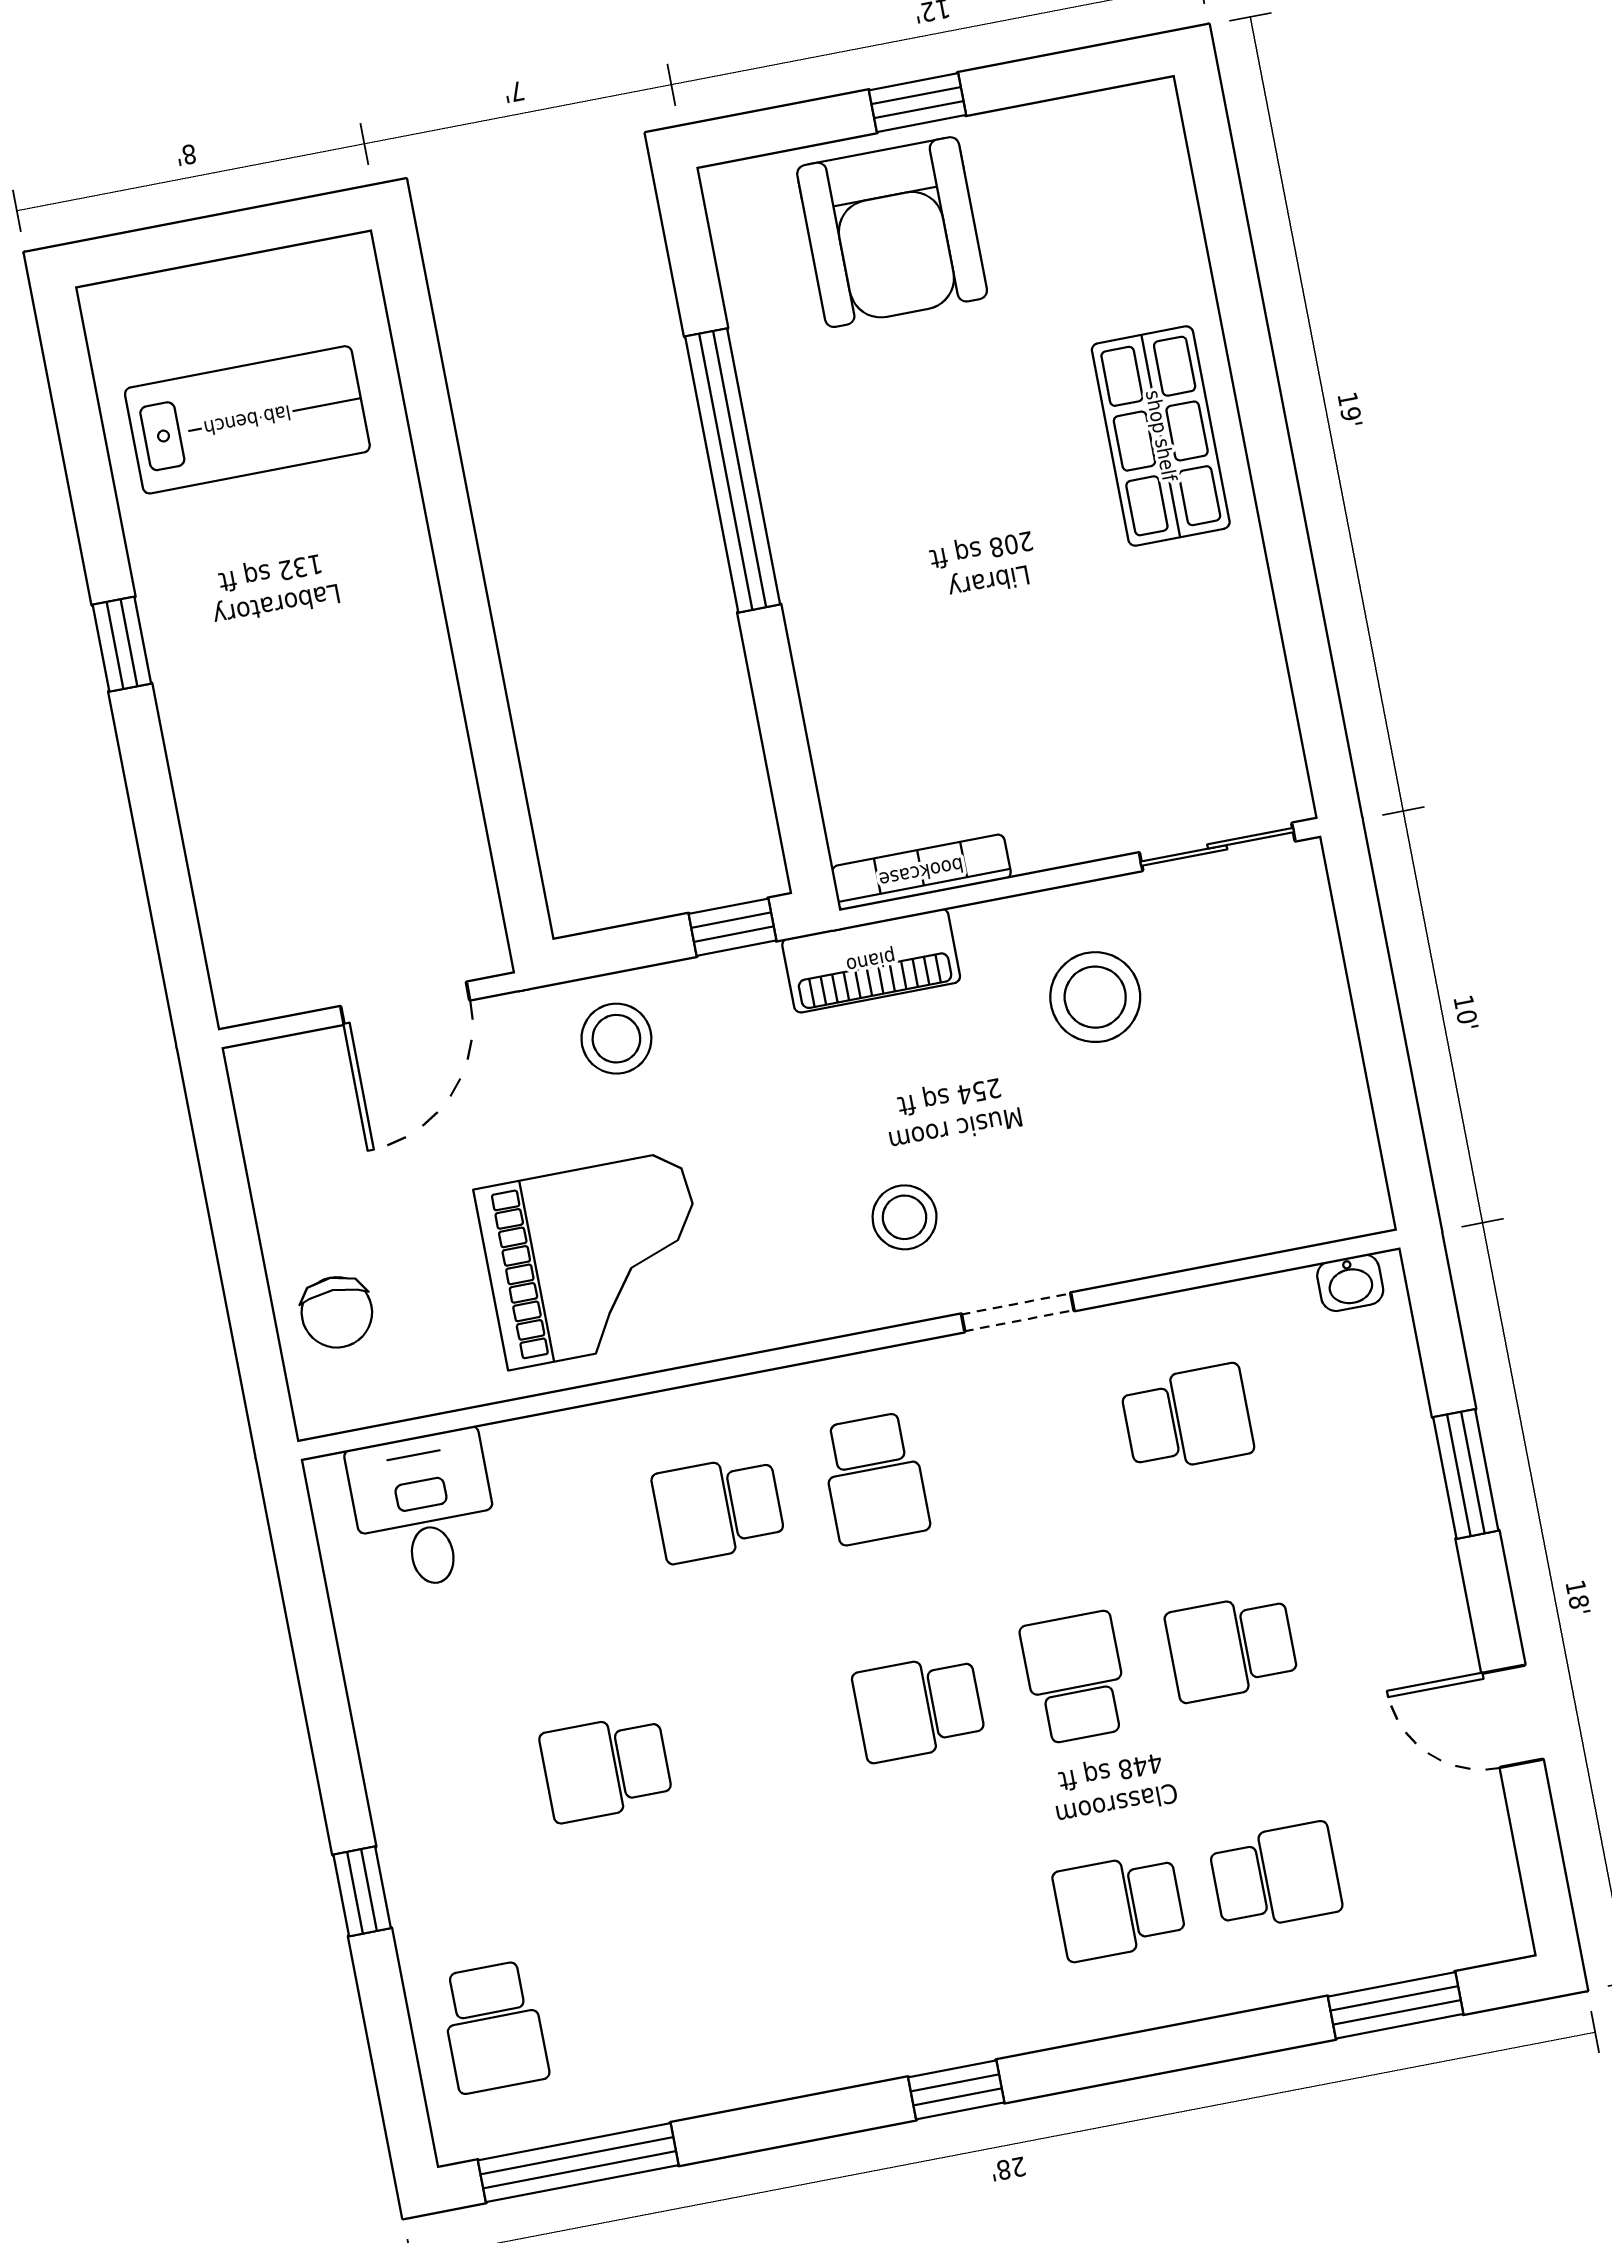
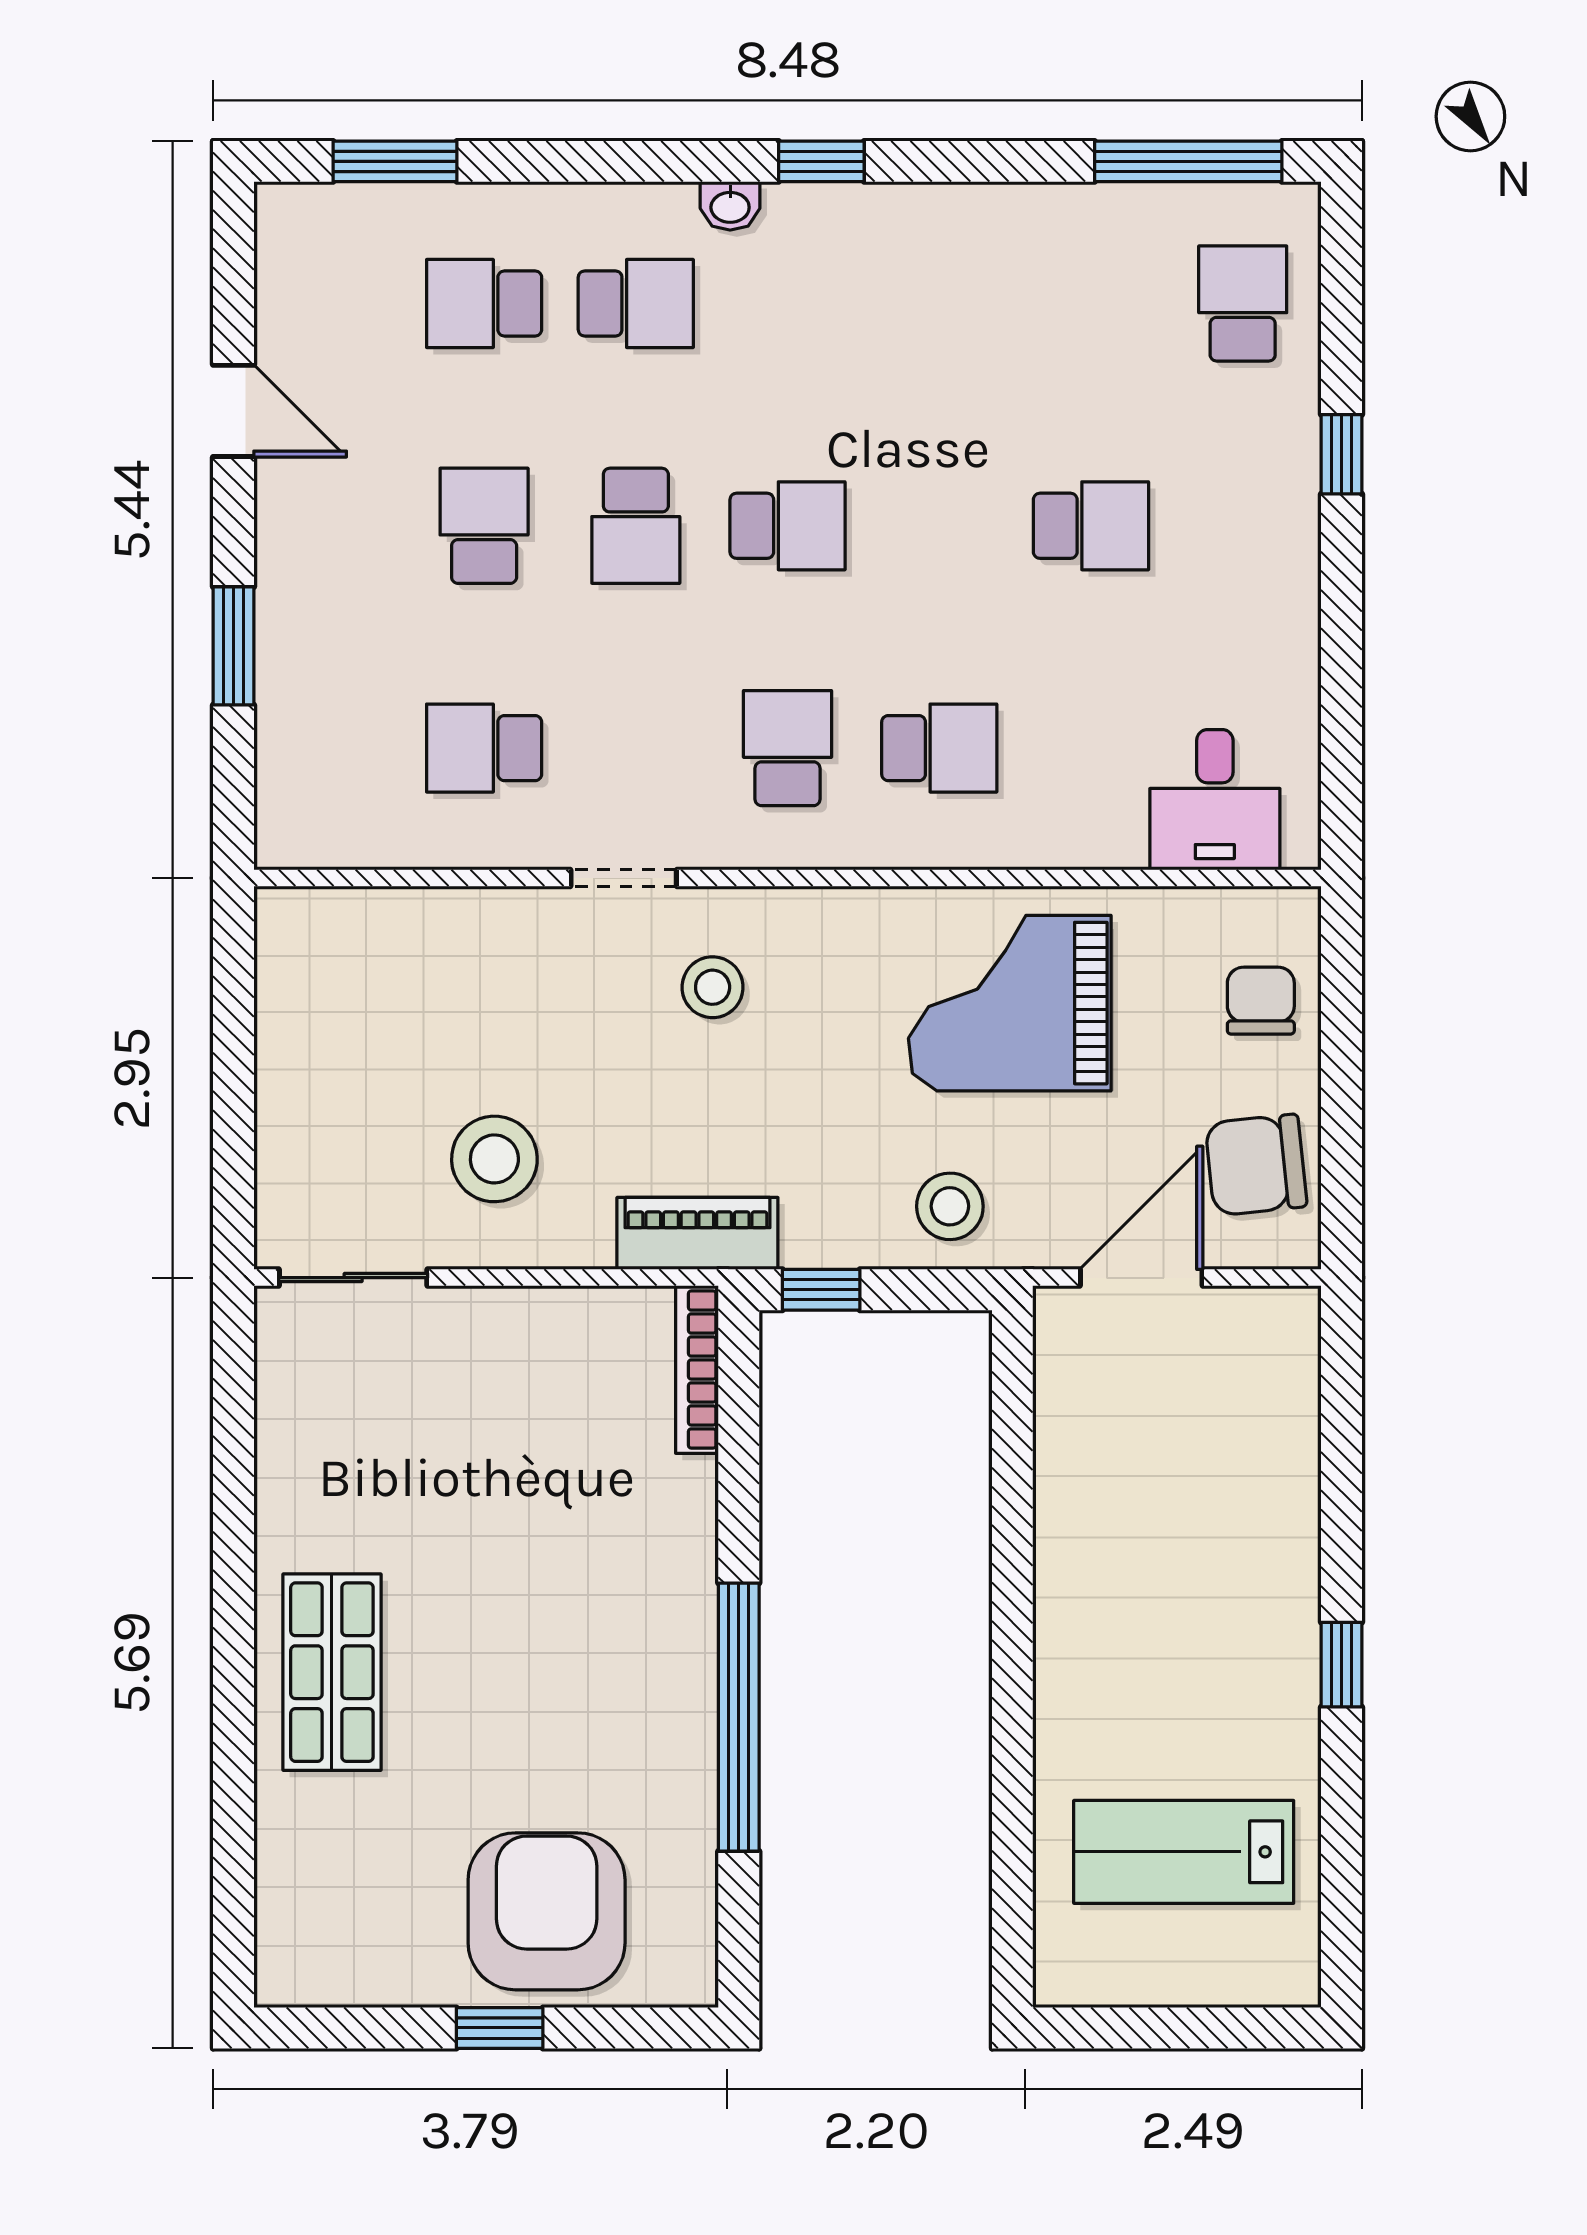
bookcase: (921, 872) -> (697, 1369), moved, turned 90
chair: (309, 1142) -> (1256, 1165), added
washbasin: (1350, 1283) -> (730, 206), moved, turned 180
school desk: (1232, 1648) -> (484, 526), turned -90

